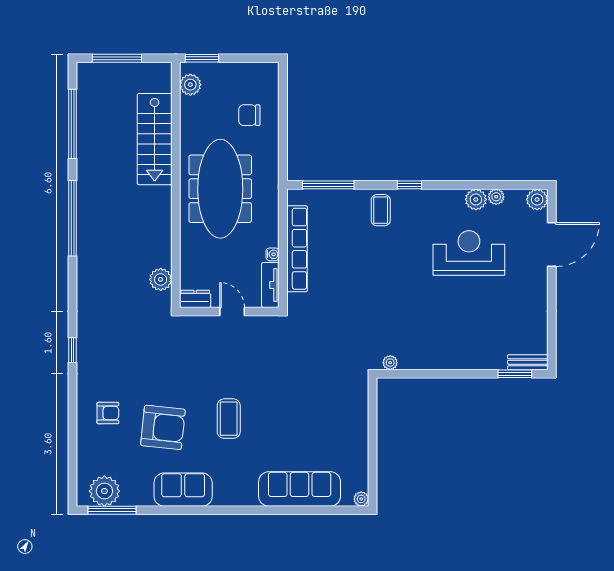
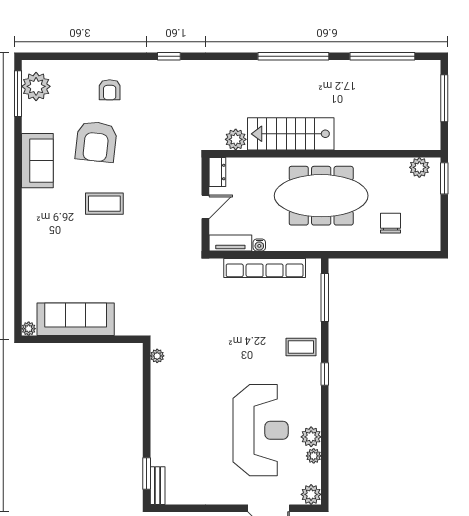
stairs: (155, 139) -> (291, 134), moved
reception desk: (469, 253) -> (261, 430), width x1.36, depth x1.30
sofa: (300, 489) -> (76, 319), moved, turned -90

